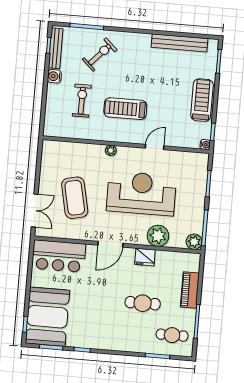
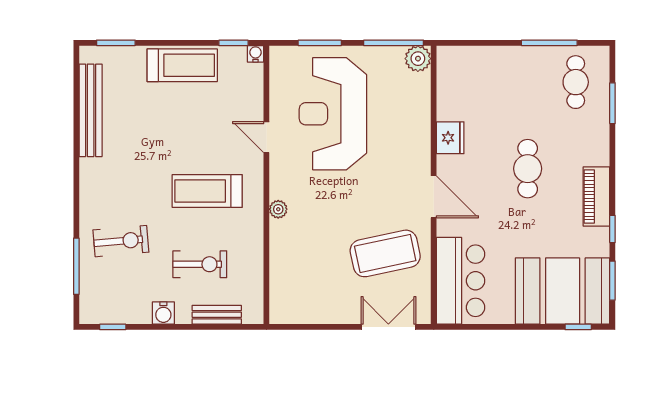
bench: (56, 48) -> (217, 315), moved, width x0.73
exercise bike: (100, 54) -> (121, 241), turned 132
treadmill: (202, 100) -> (182, 65), turned 180
exercise bike: (82, 101) -> (200, 264), turned 180
treadmill: (125, 109) -> (207, 191), turned 90
reception desk: (141, 193) -> (333, 114), moved
coffee table: (75, 198) -> (385, 253), moved
plant: (158, 236) -> (413, 119), removed
piano: (190, 290) -> (596, 196), moved, turned 90
cafe table: (143, 303) -> (528, 169), moved

